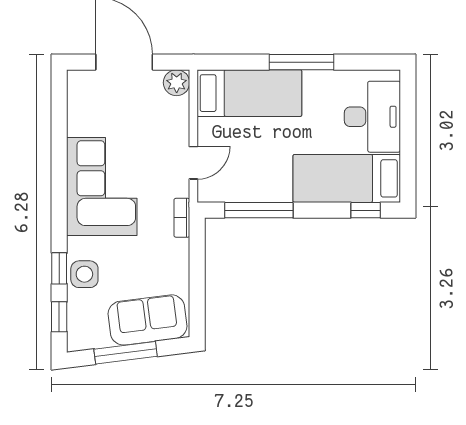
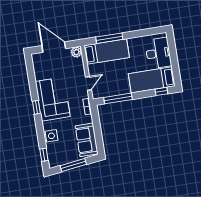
window: (301, 62) -> (109, 38), moved
window: (59, 268) -> (36, 107), moved
sofa: (147, 320) -> (87, 140), moved, turned -83

